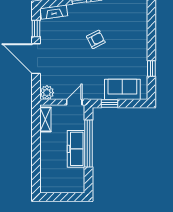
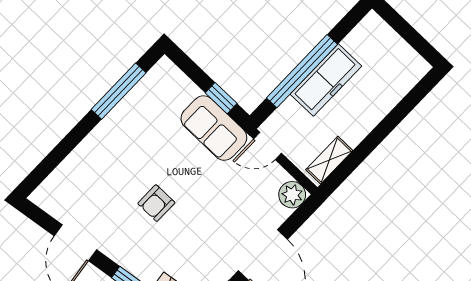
armchair: (96, 39) -> (156, 203), turned -63
window: (151, 68) -> (119, 91), width x2.17
sofa: (122, 89) -> (214, 128), moved

